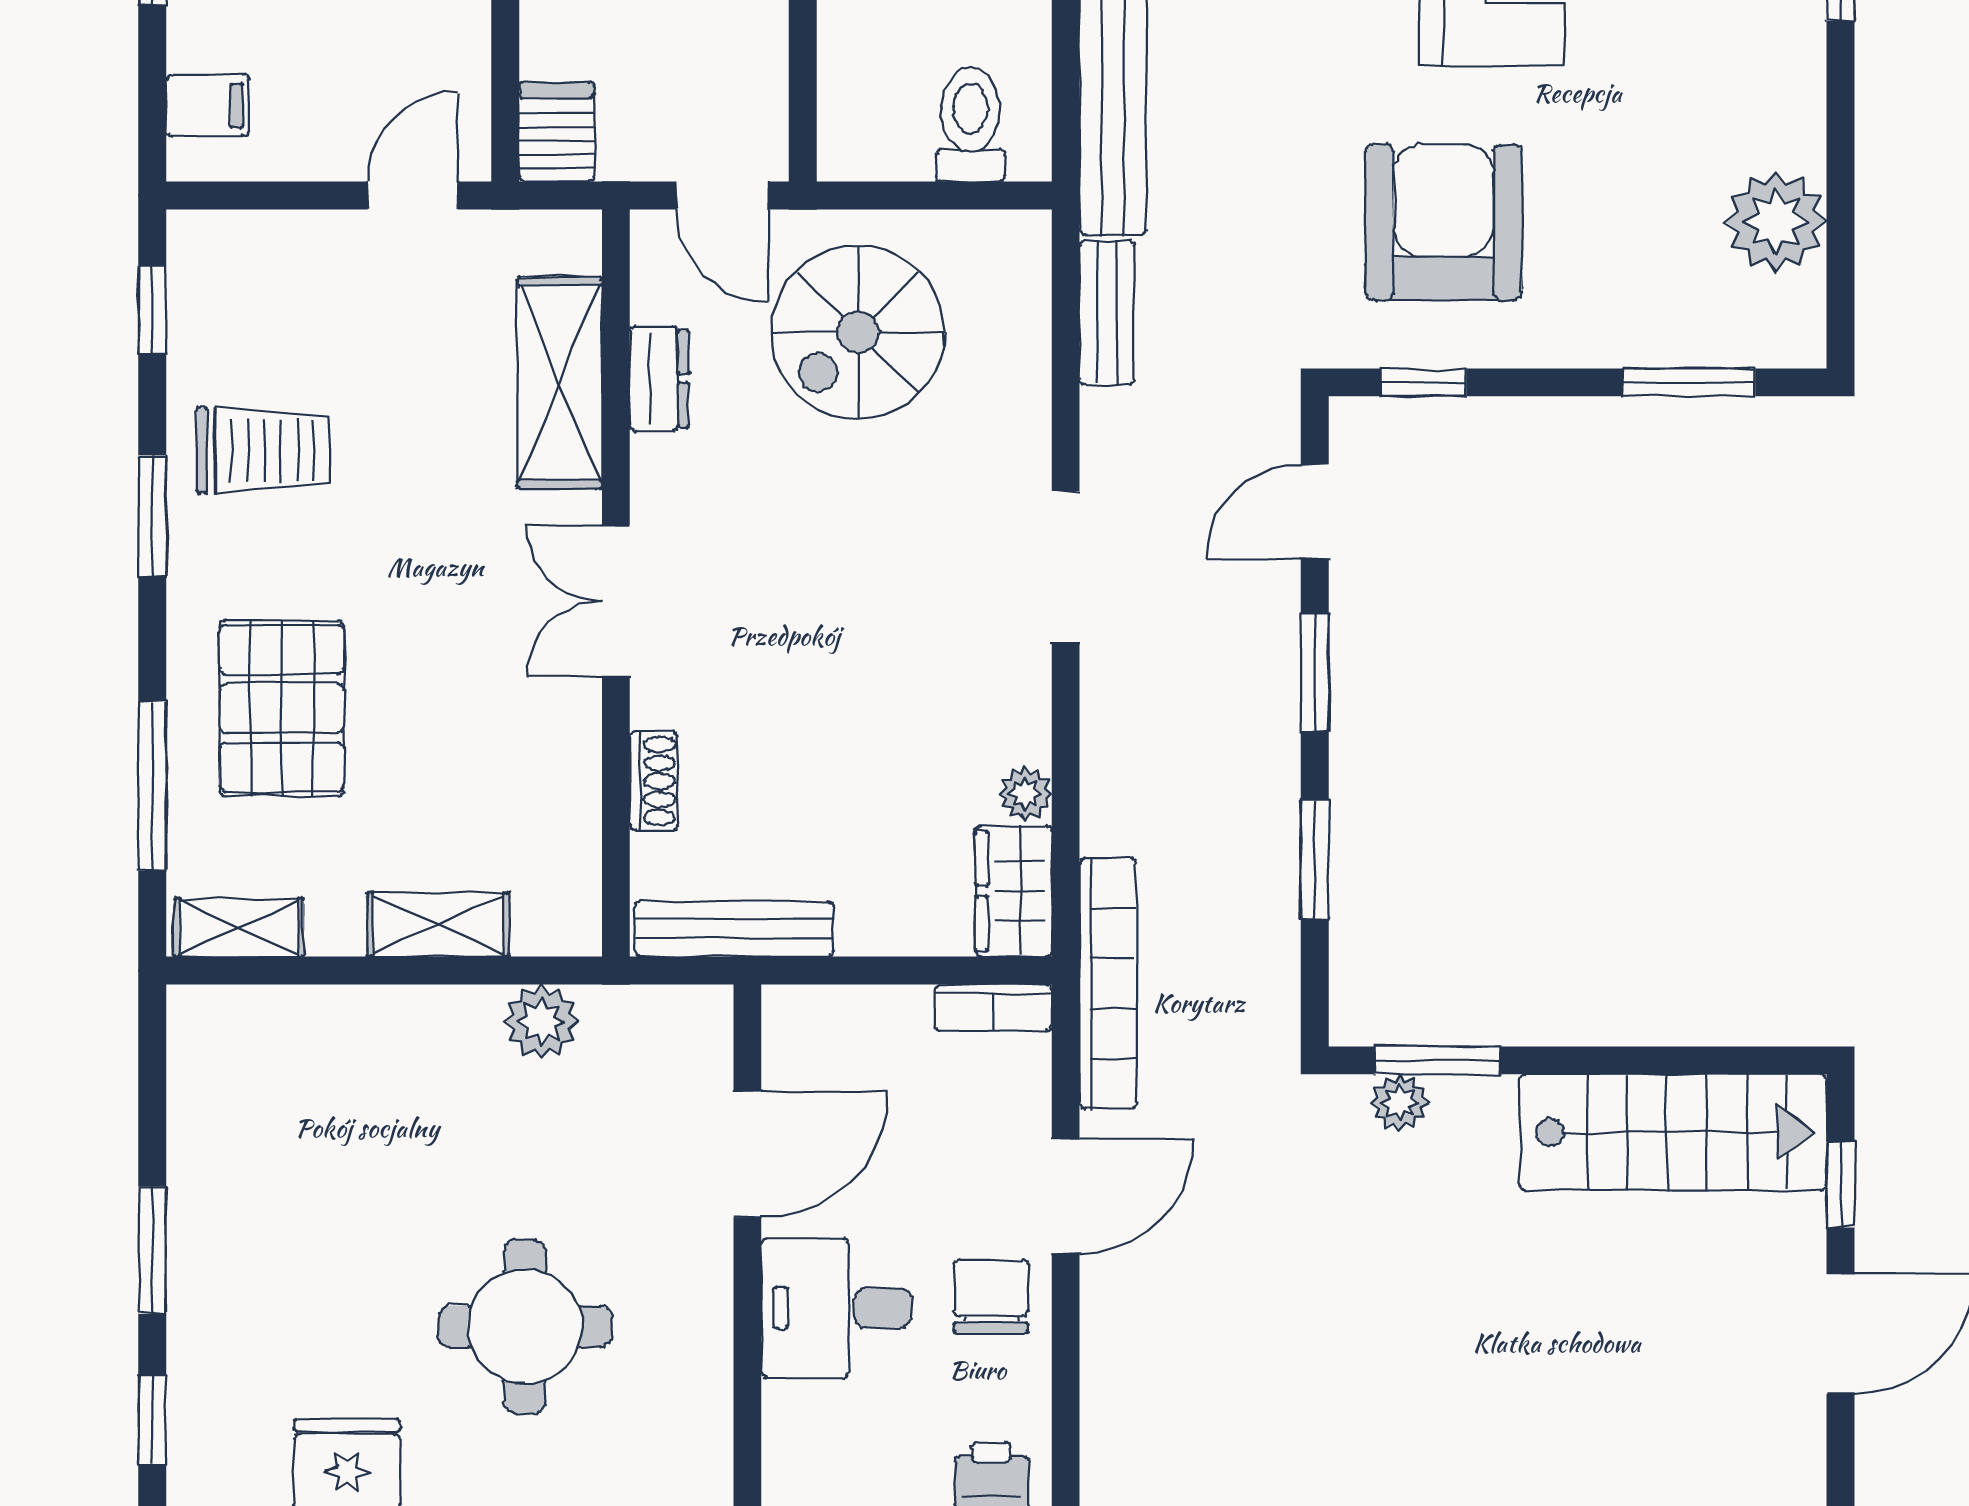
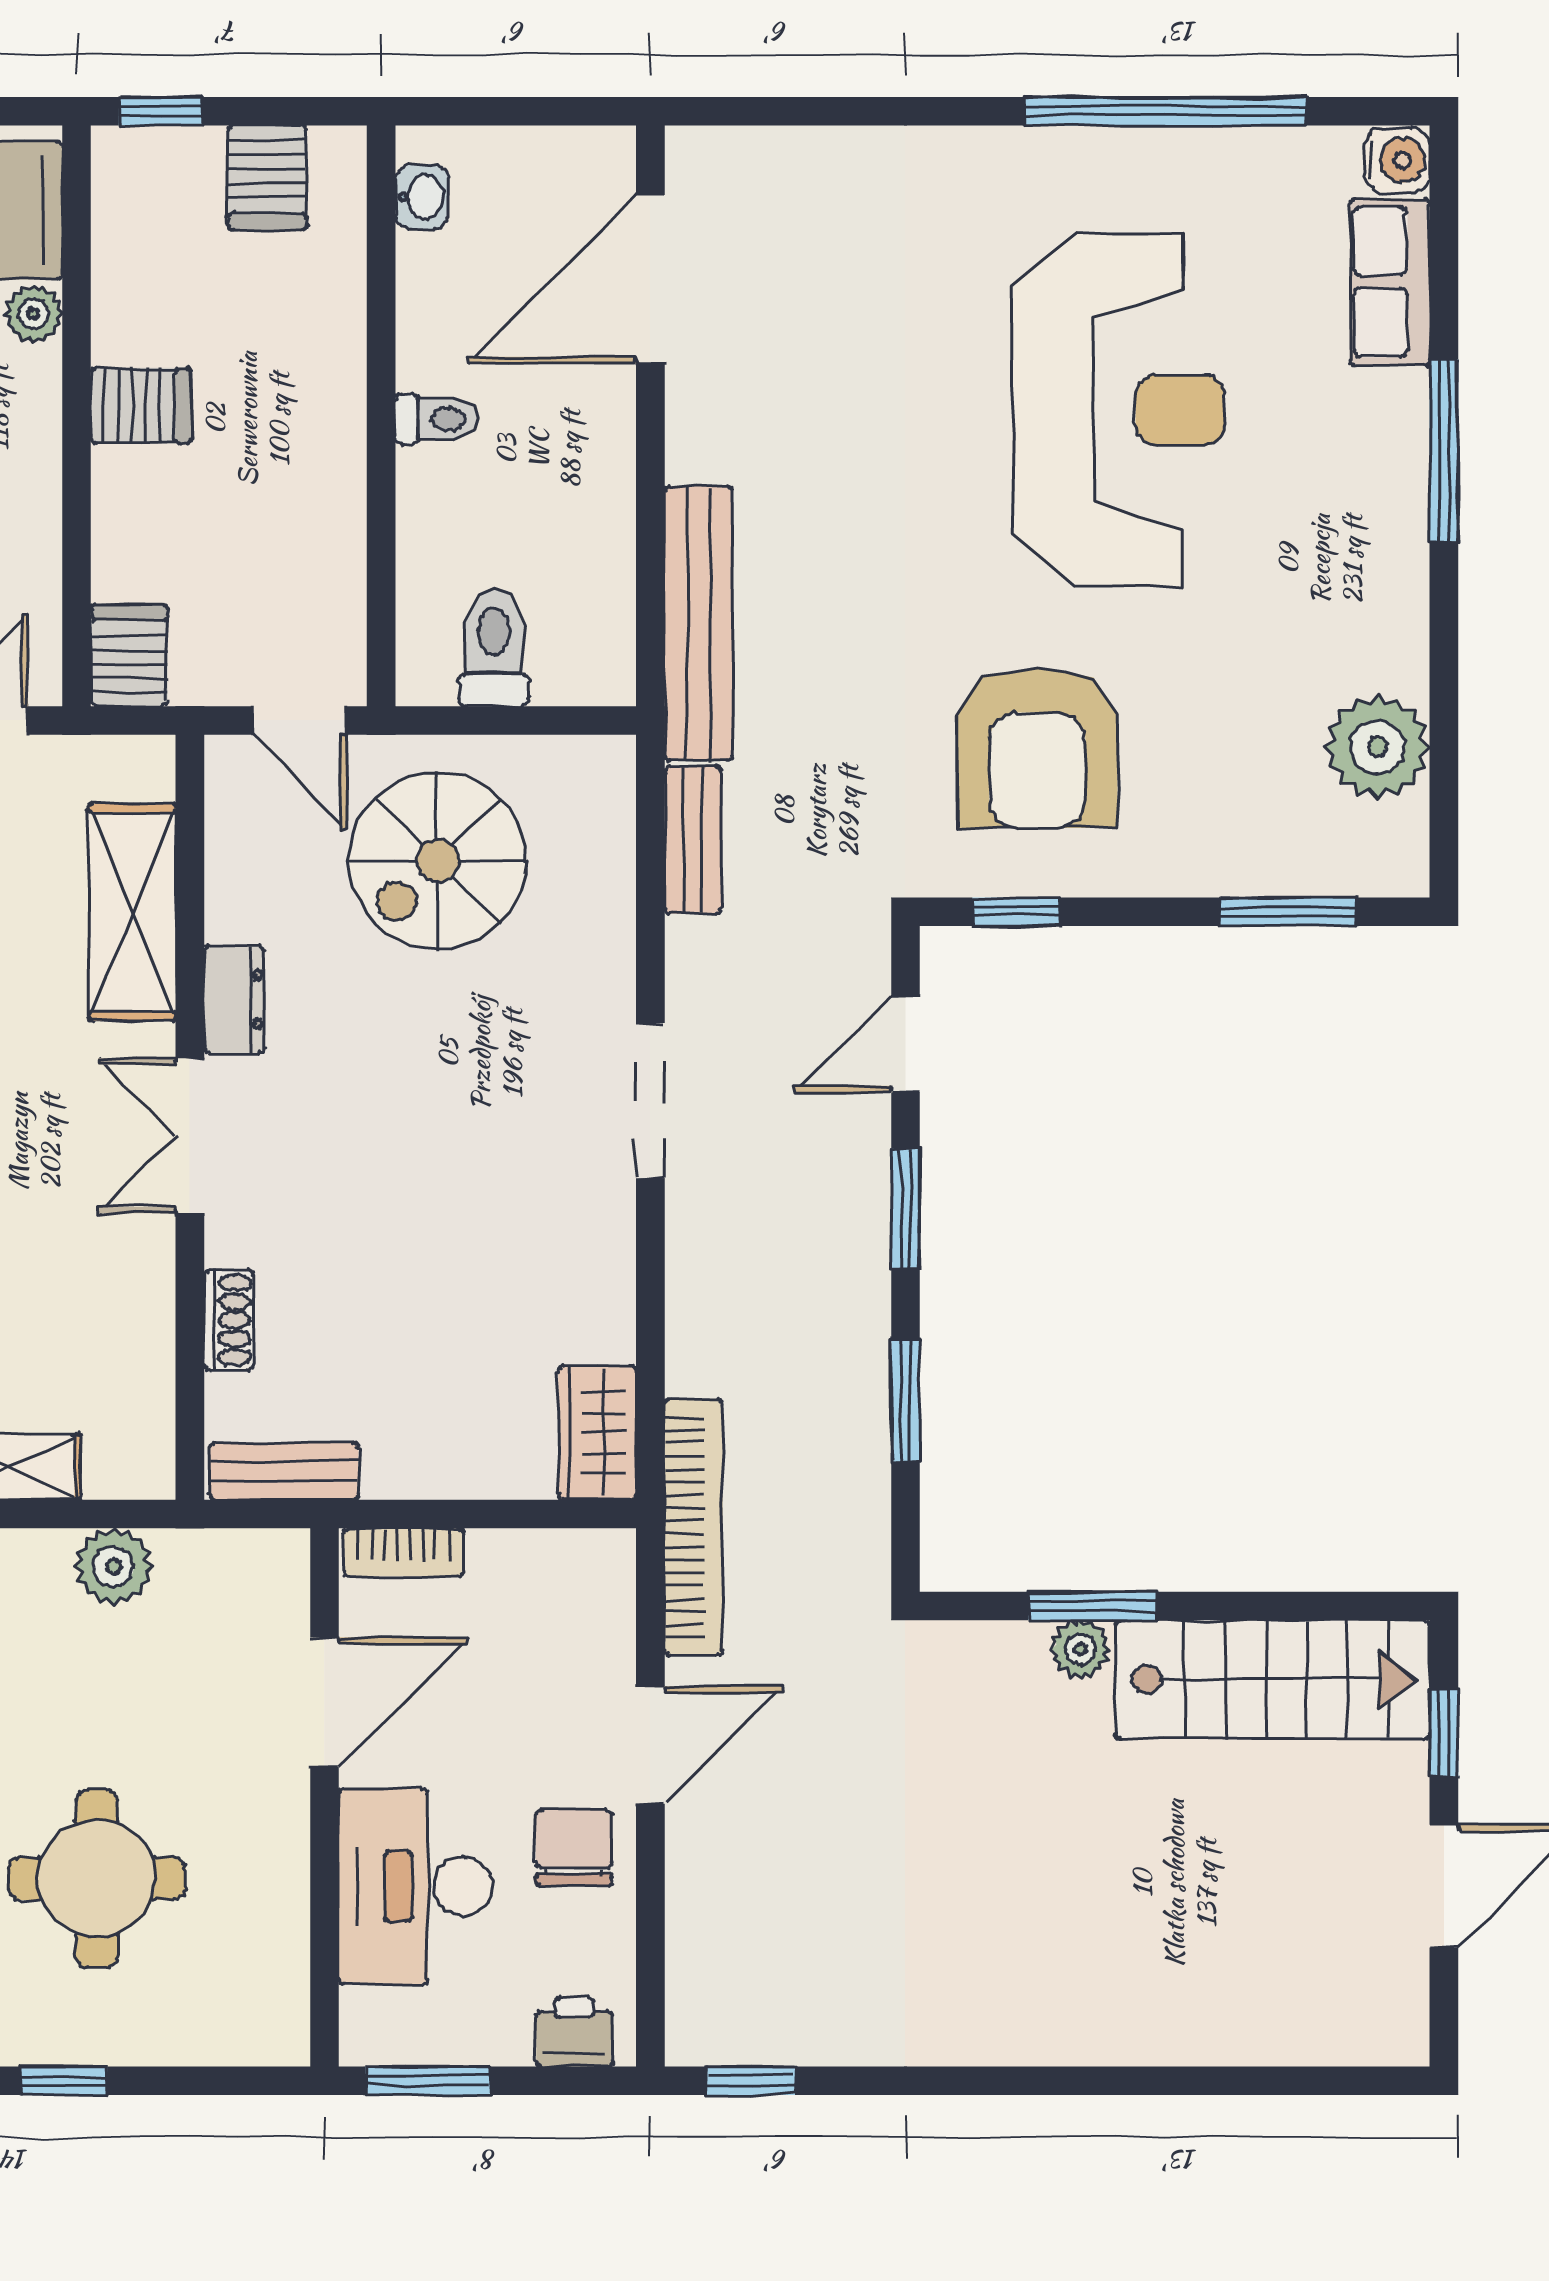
toilet: (970, 124) -> (494, 648), moved
armchair: (1444, 222) -> (1037, 748), turned 180
dresser: (659, 378) -> (234, 999), moved
plant: (1025, 794) -> (609, 1333), removed
bench: (734, 929) -> (284, 1471), width x0.73
bookcase: (993, 1008) -> (403, 1552), moved
window: (1437, 1060) -> (1093, 1606), moved
plant: (1400, 1103) -> (1080, 1649), moved
desk: (836, 1308) -> (416, 1886), width x1.37

